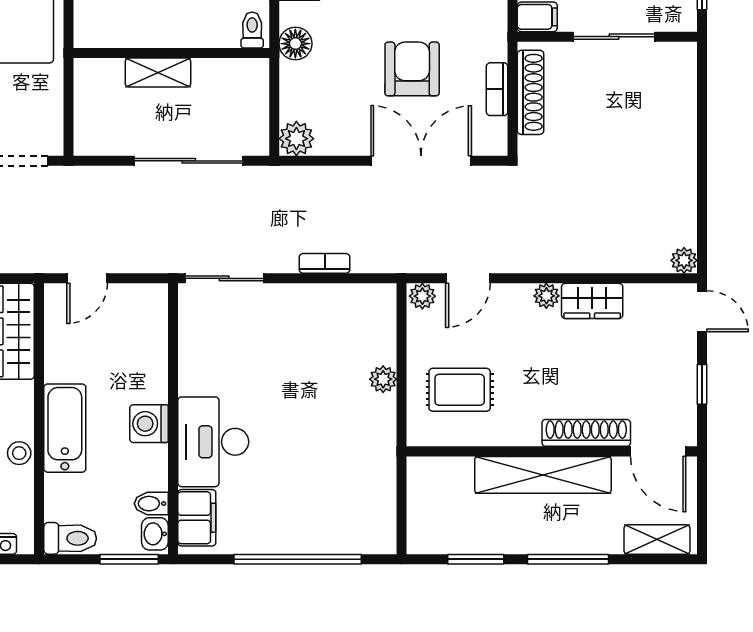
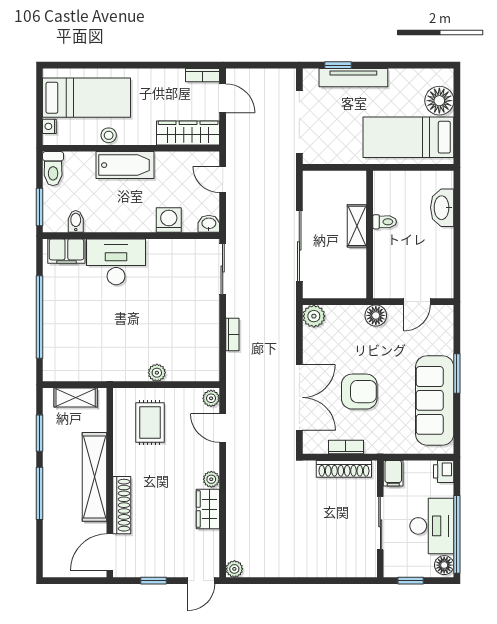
toilet: (252, 30) -> (385, 222), moved
washing machine: (149, 424) -> (169, 220), moved
washbasin: (155, 534) -> (209, 224), moved
shelving: (657, 539) -> (76, 398), moved, turned 90

